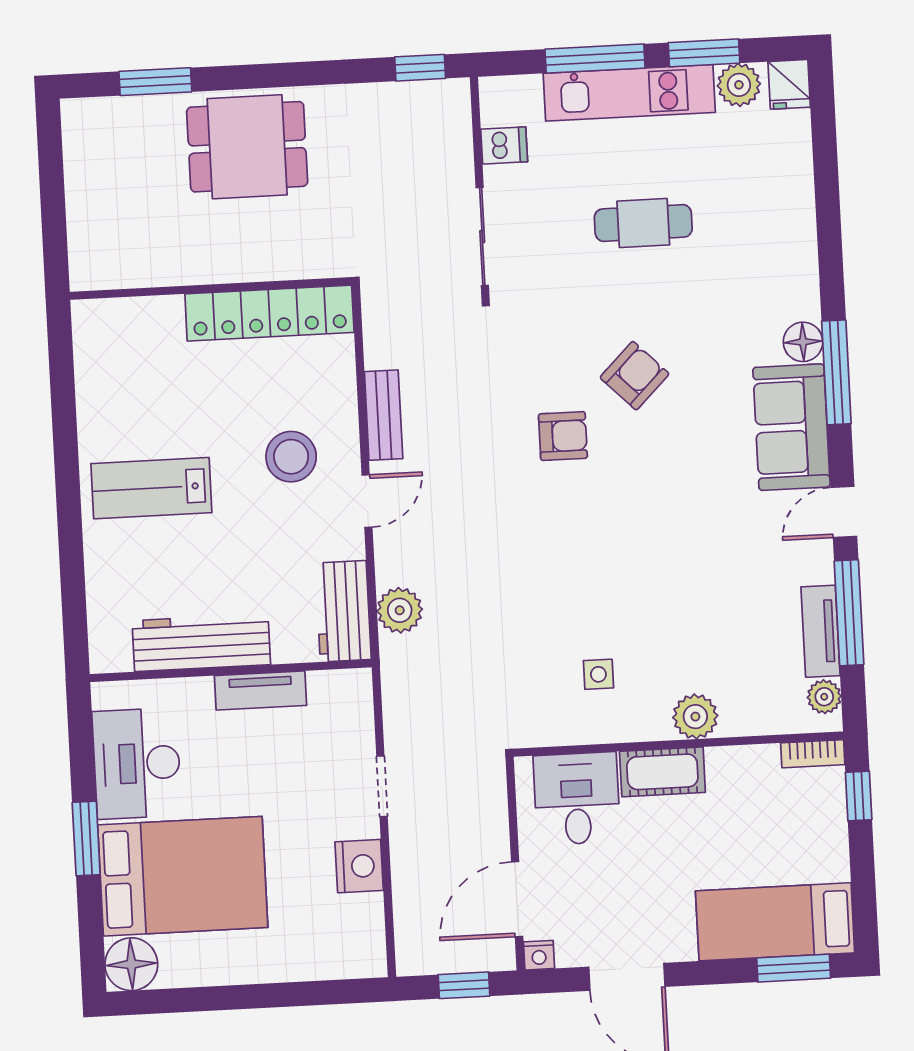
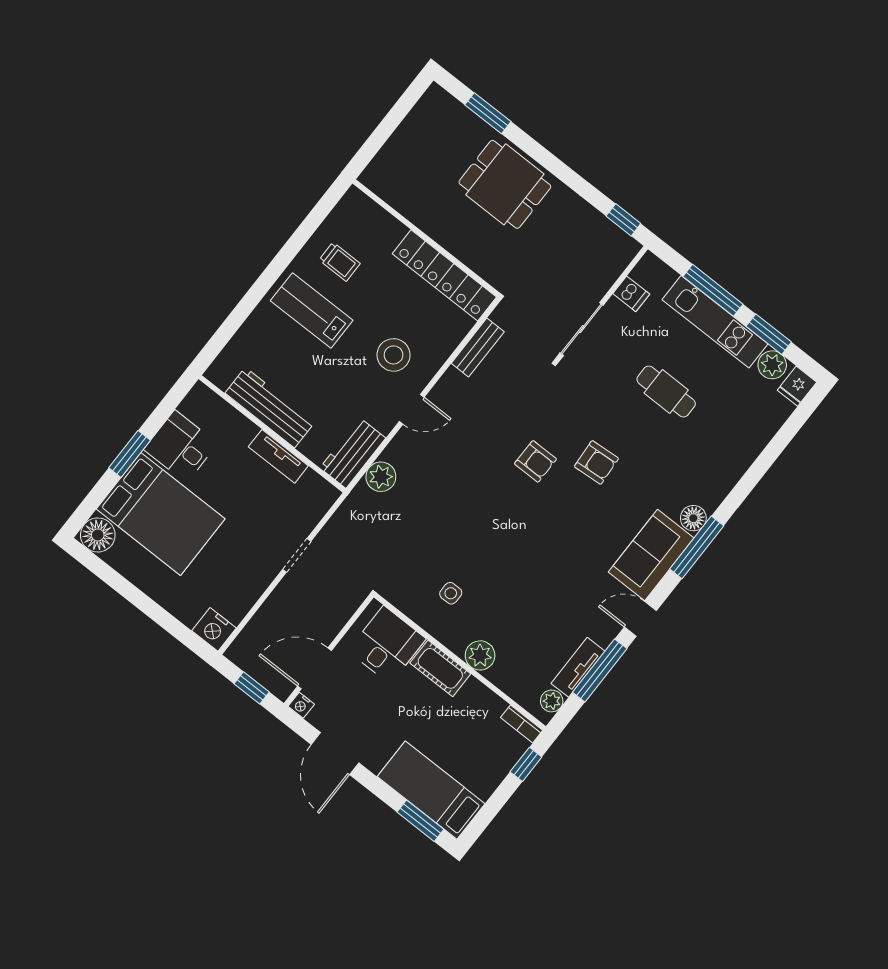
armchair: (635, 376) -> (596, 462), turned 41
trolley: (134, 403) -> (340, 262), added
bench: (384, 415) -> (478, 347), moved
desk: (137, 763) -> (181, 447), width x0.73
nightstand: (359, 866) -> (214, 629), moved, turned 90

